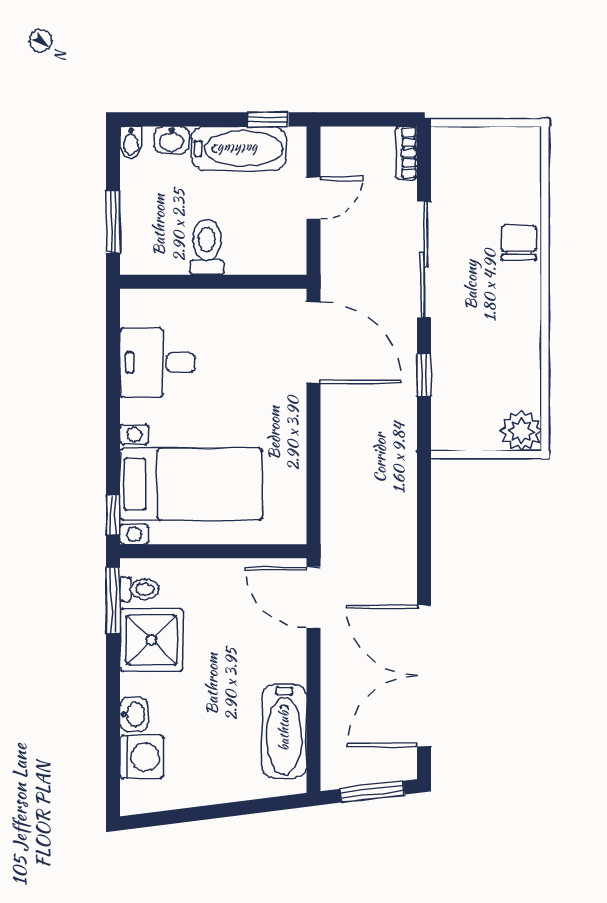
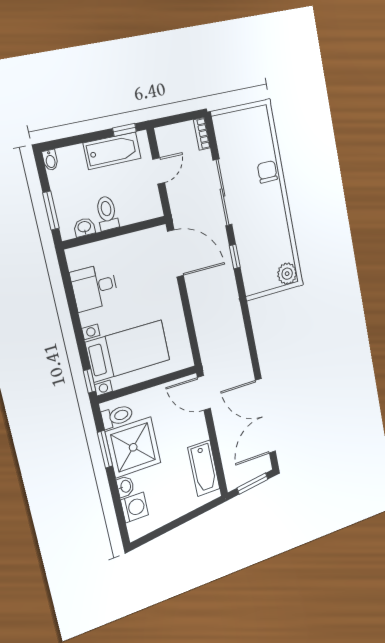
washbasin: (172, 140) -> (84, 227), moved, turned 180
toilet: (139, 589) -> (117, 416), width x1.37, depth x1.39
window: (113, 601) -> (105, 449), moved
shower: (151, 640) -> (133, 447), width x1.37, depth x1.37

